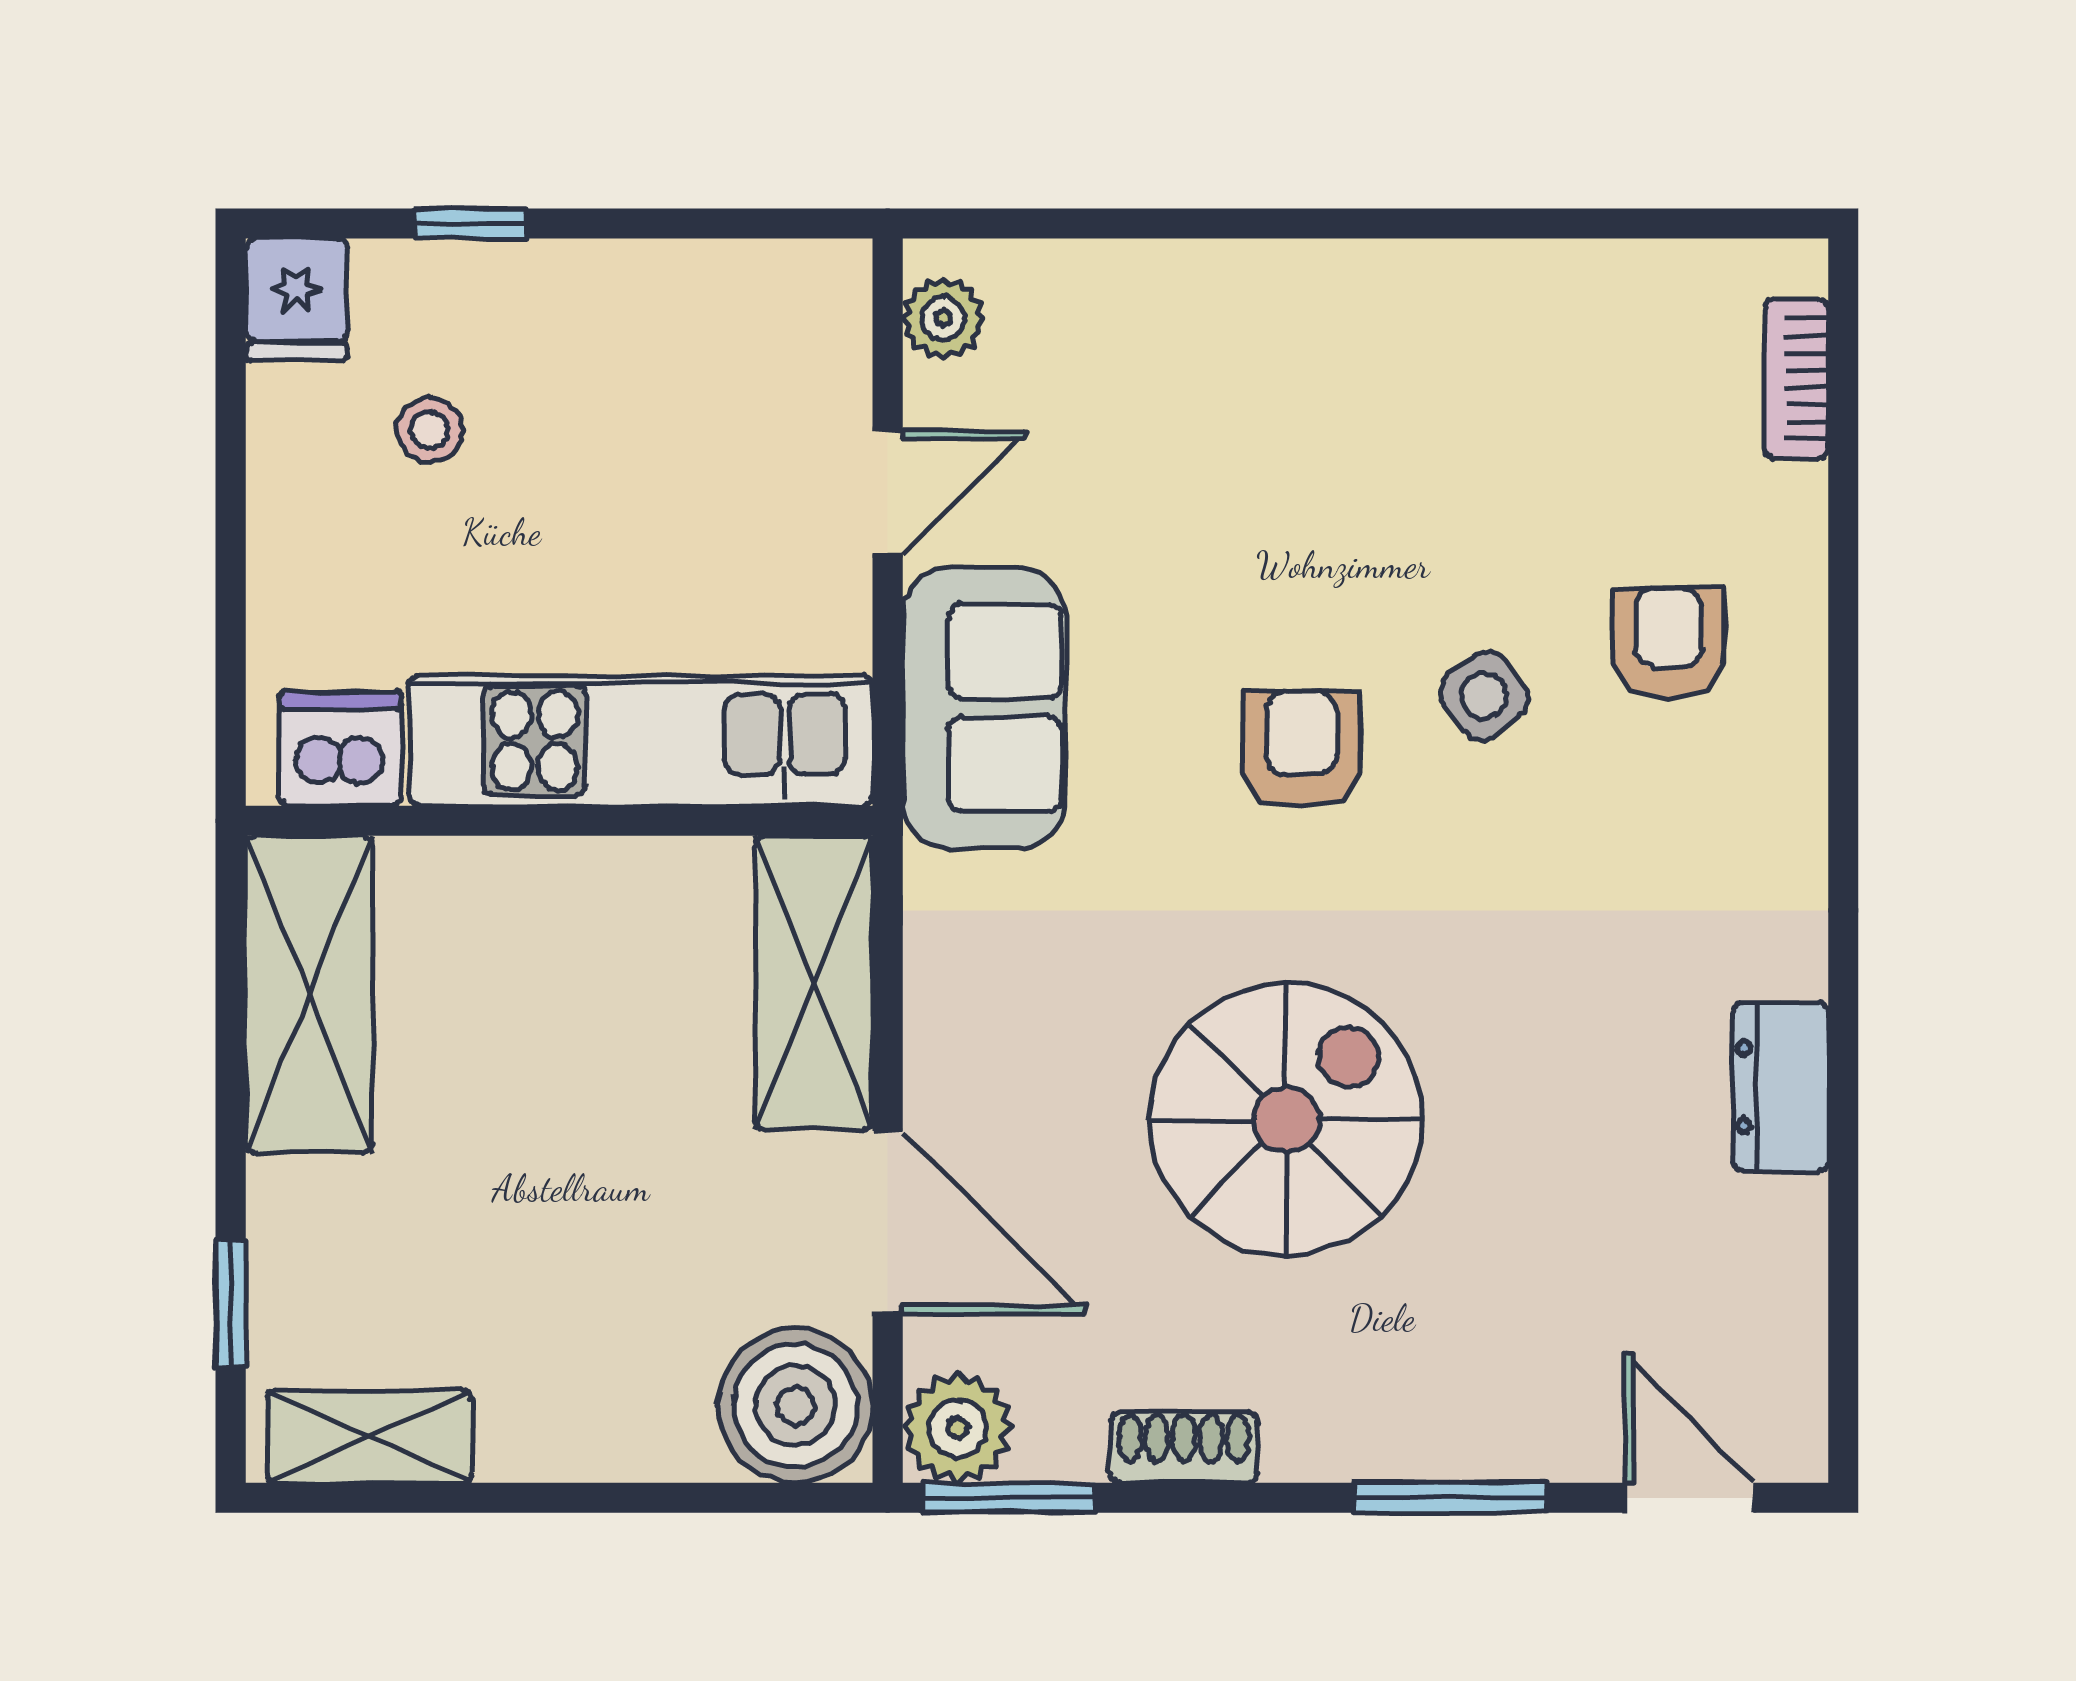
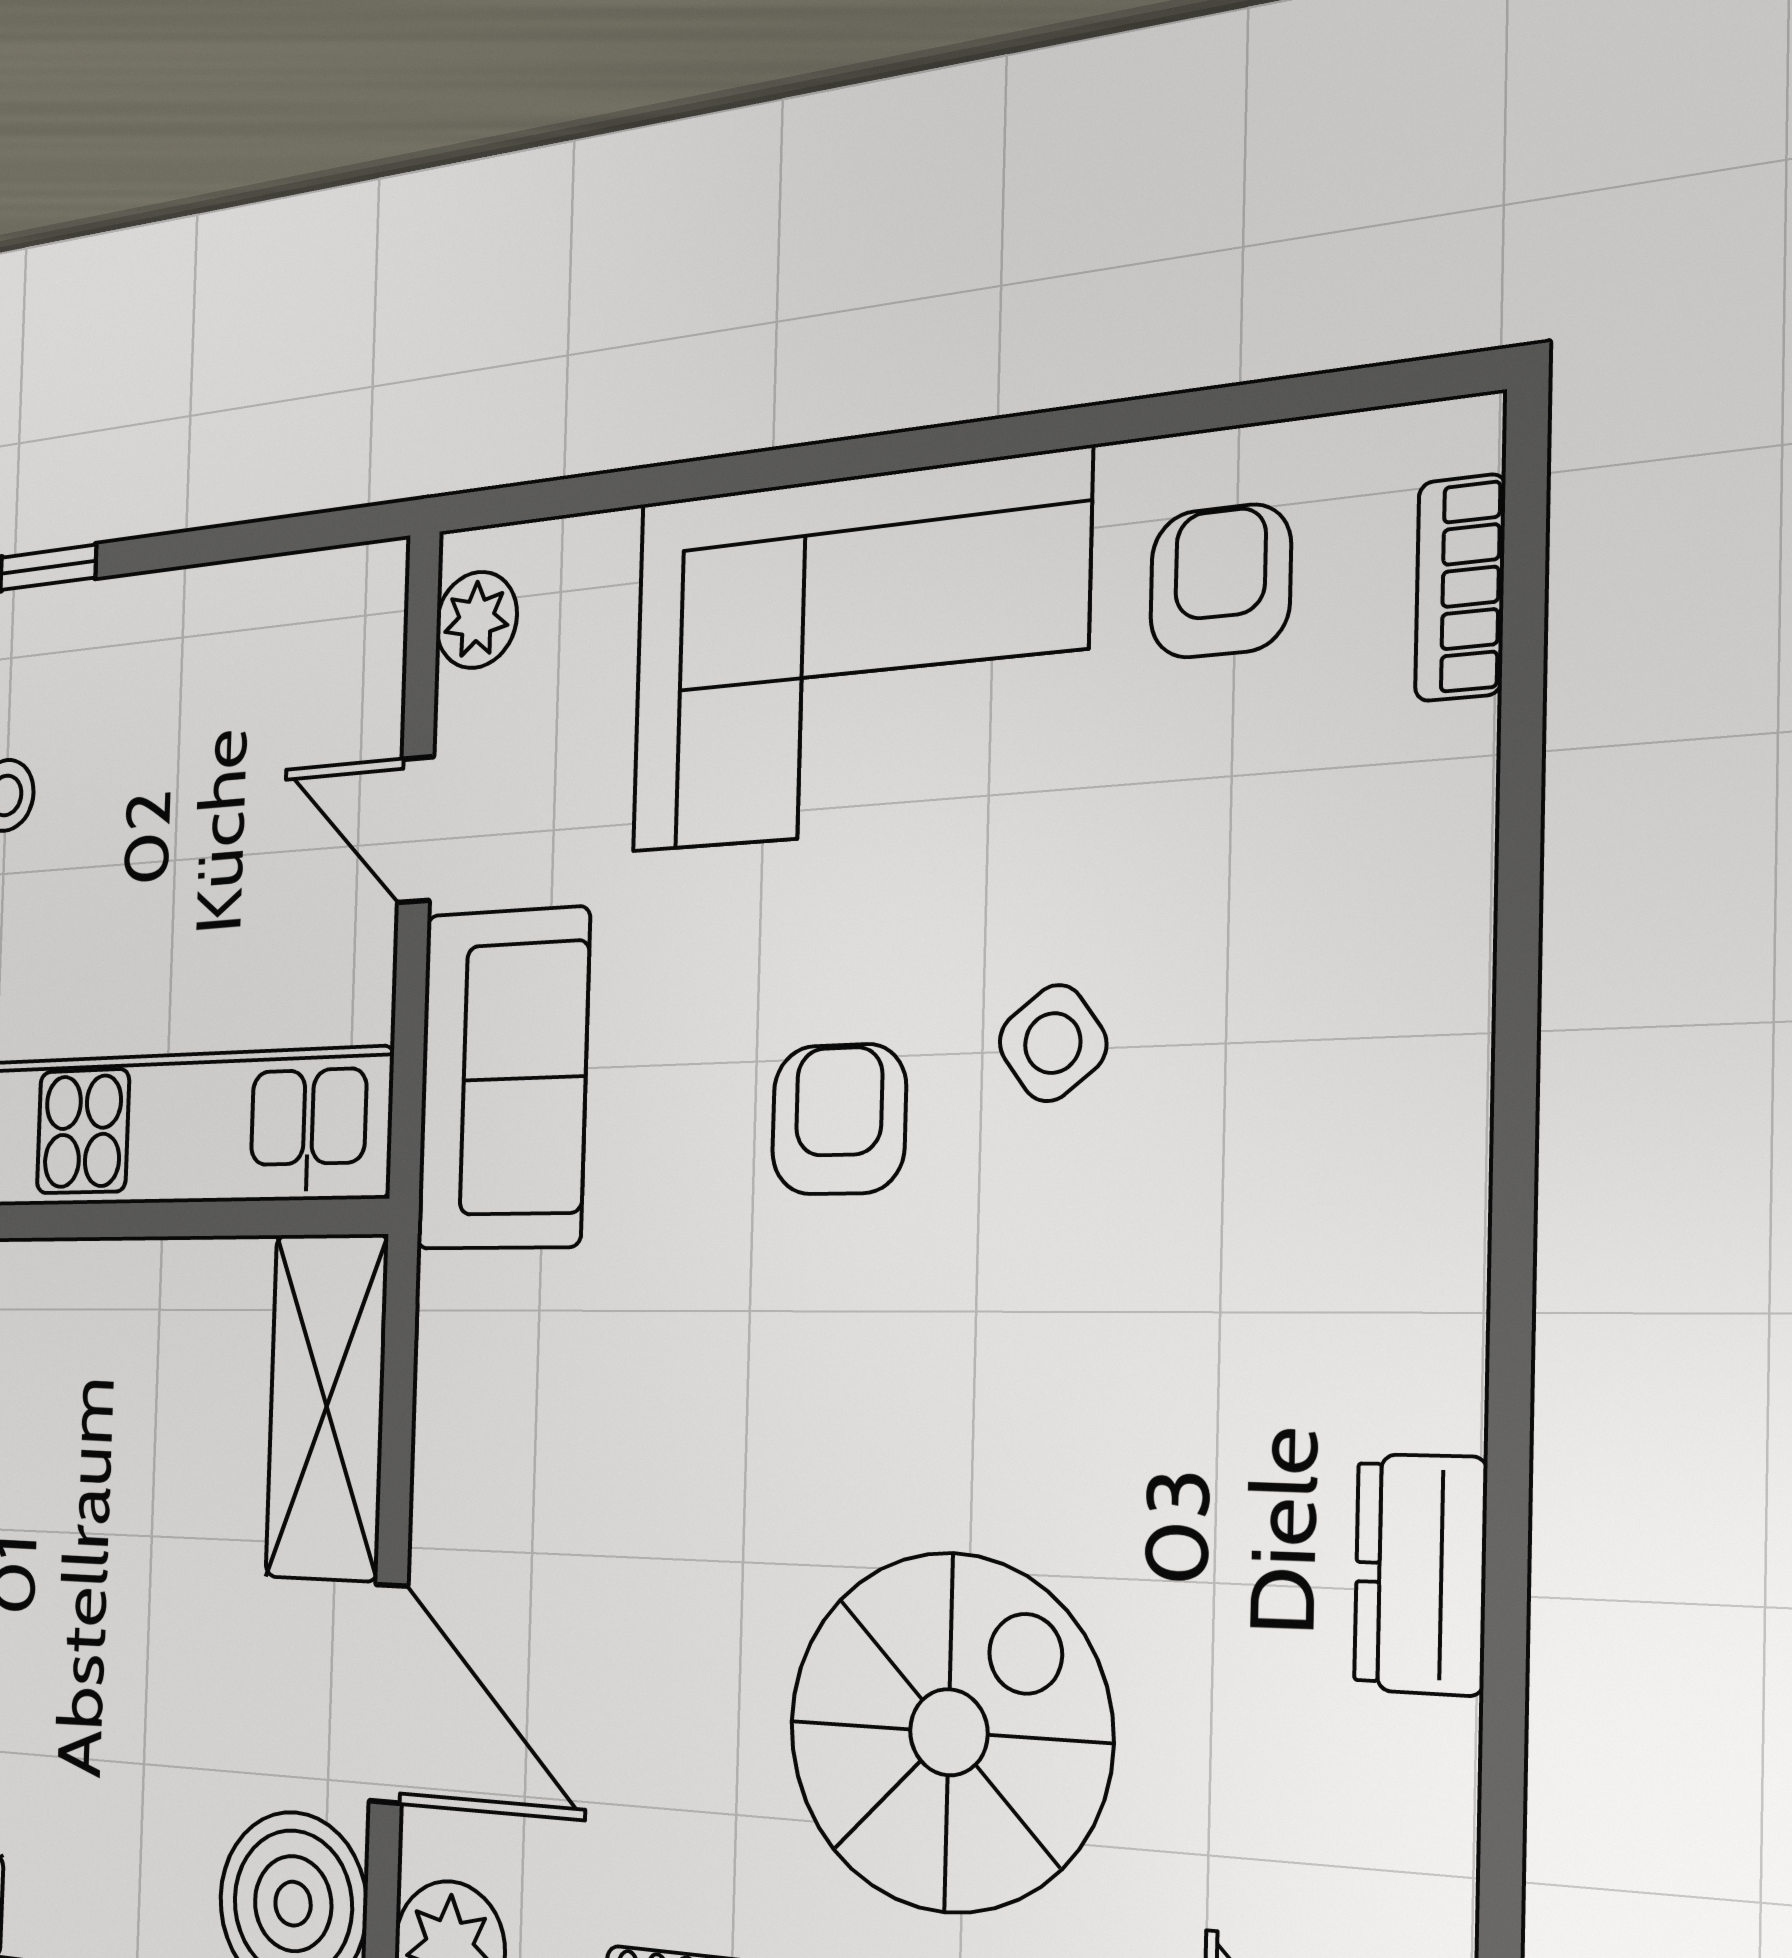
corner sofa: (1306, 382) -> (855, 655), added
door: (888, 492) -> (416, 830), swing flipped
armchair: (1669, 643) -> (1220, 581), moved
spiral stairs: (1286, 1120) -> (949, 1732), moved

